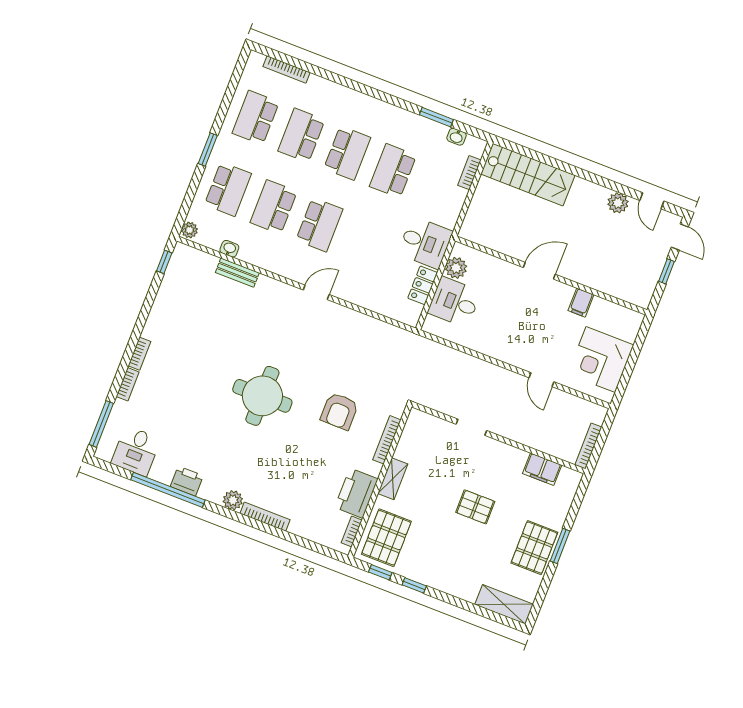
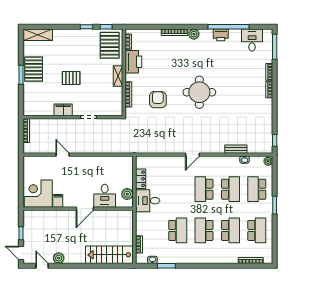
desk: (454, 302) -> (105, 196), moved, turned 90
corner desk: (601, 360) -> (38, 194), moved, turned -90
filing cabinet: (542, 469) -> (63, 110), moved

